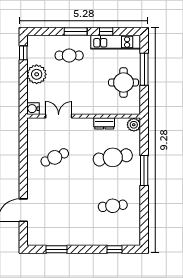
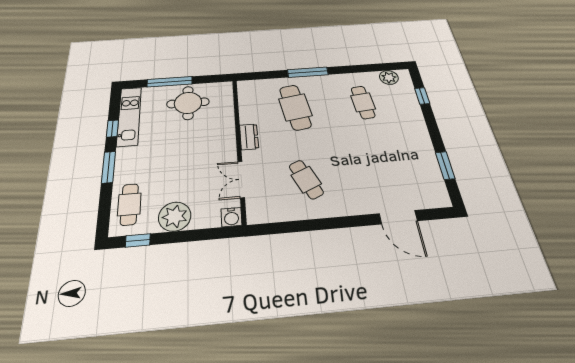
cafe table: (69, 55) -> (129, 204), moved
dresser: (104, 123) -> (249, 137), moved
plant: (134, 125) -> (389, 77), moved

